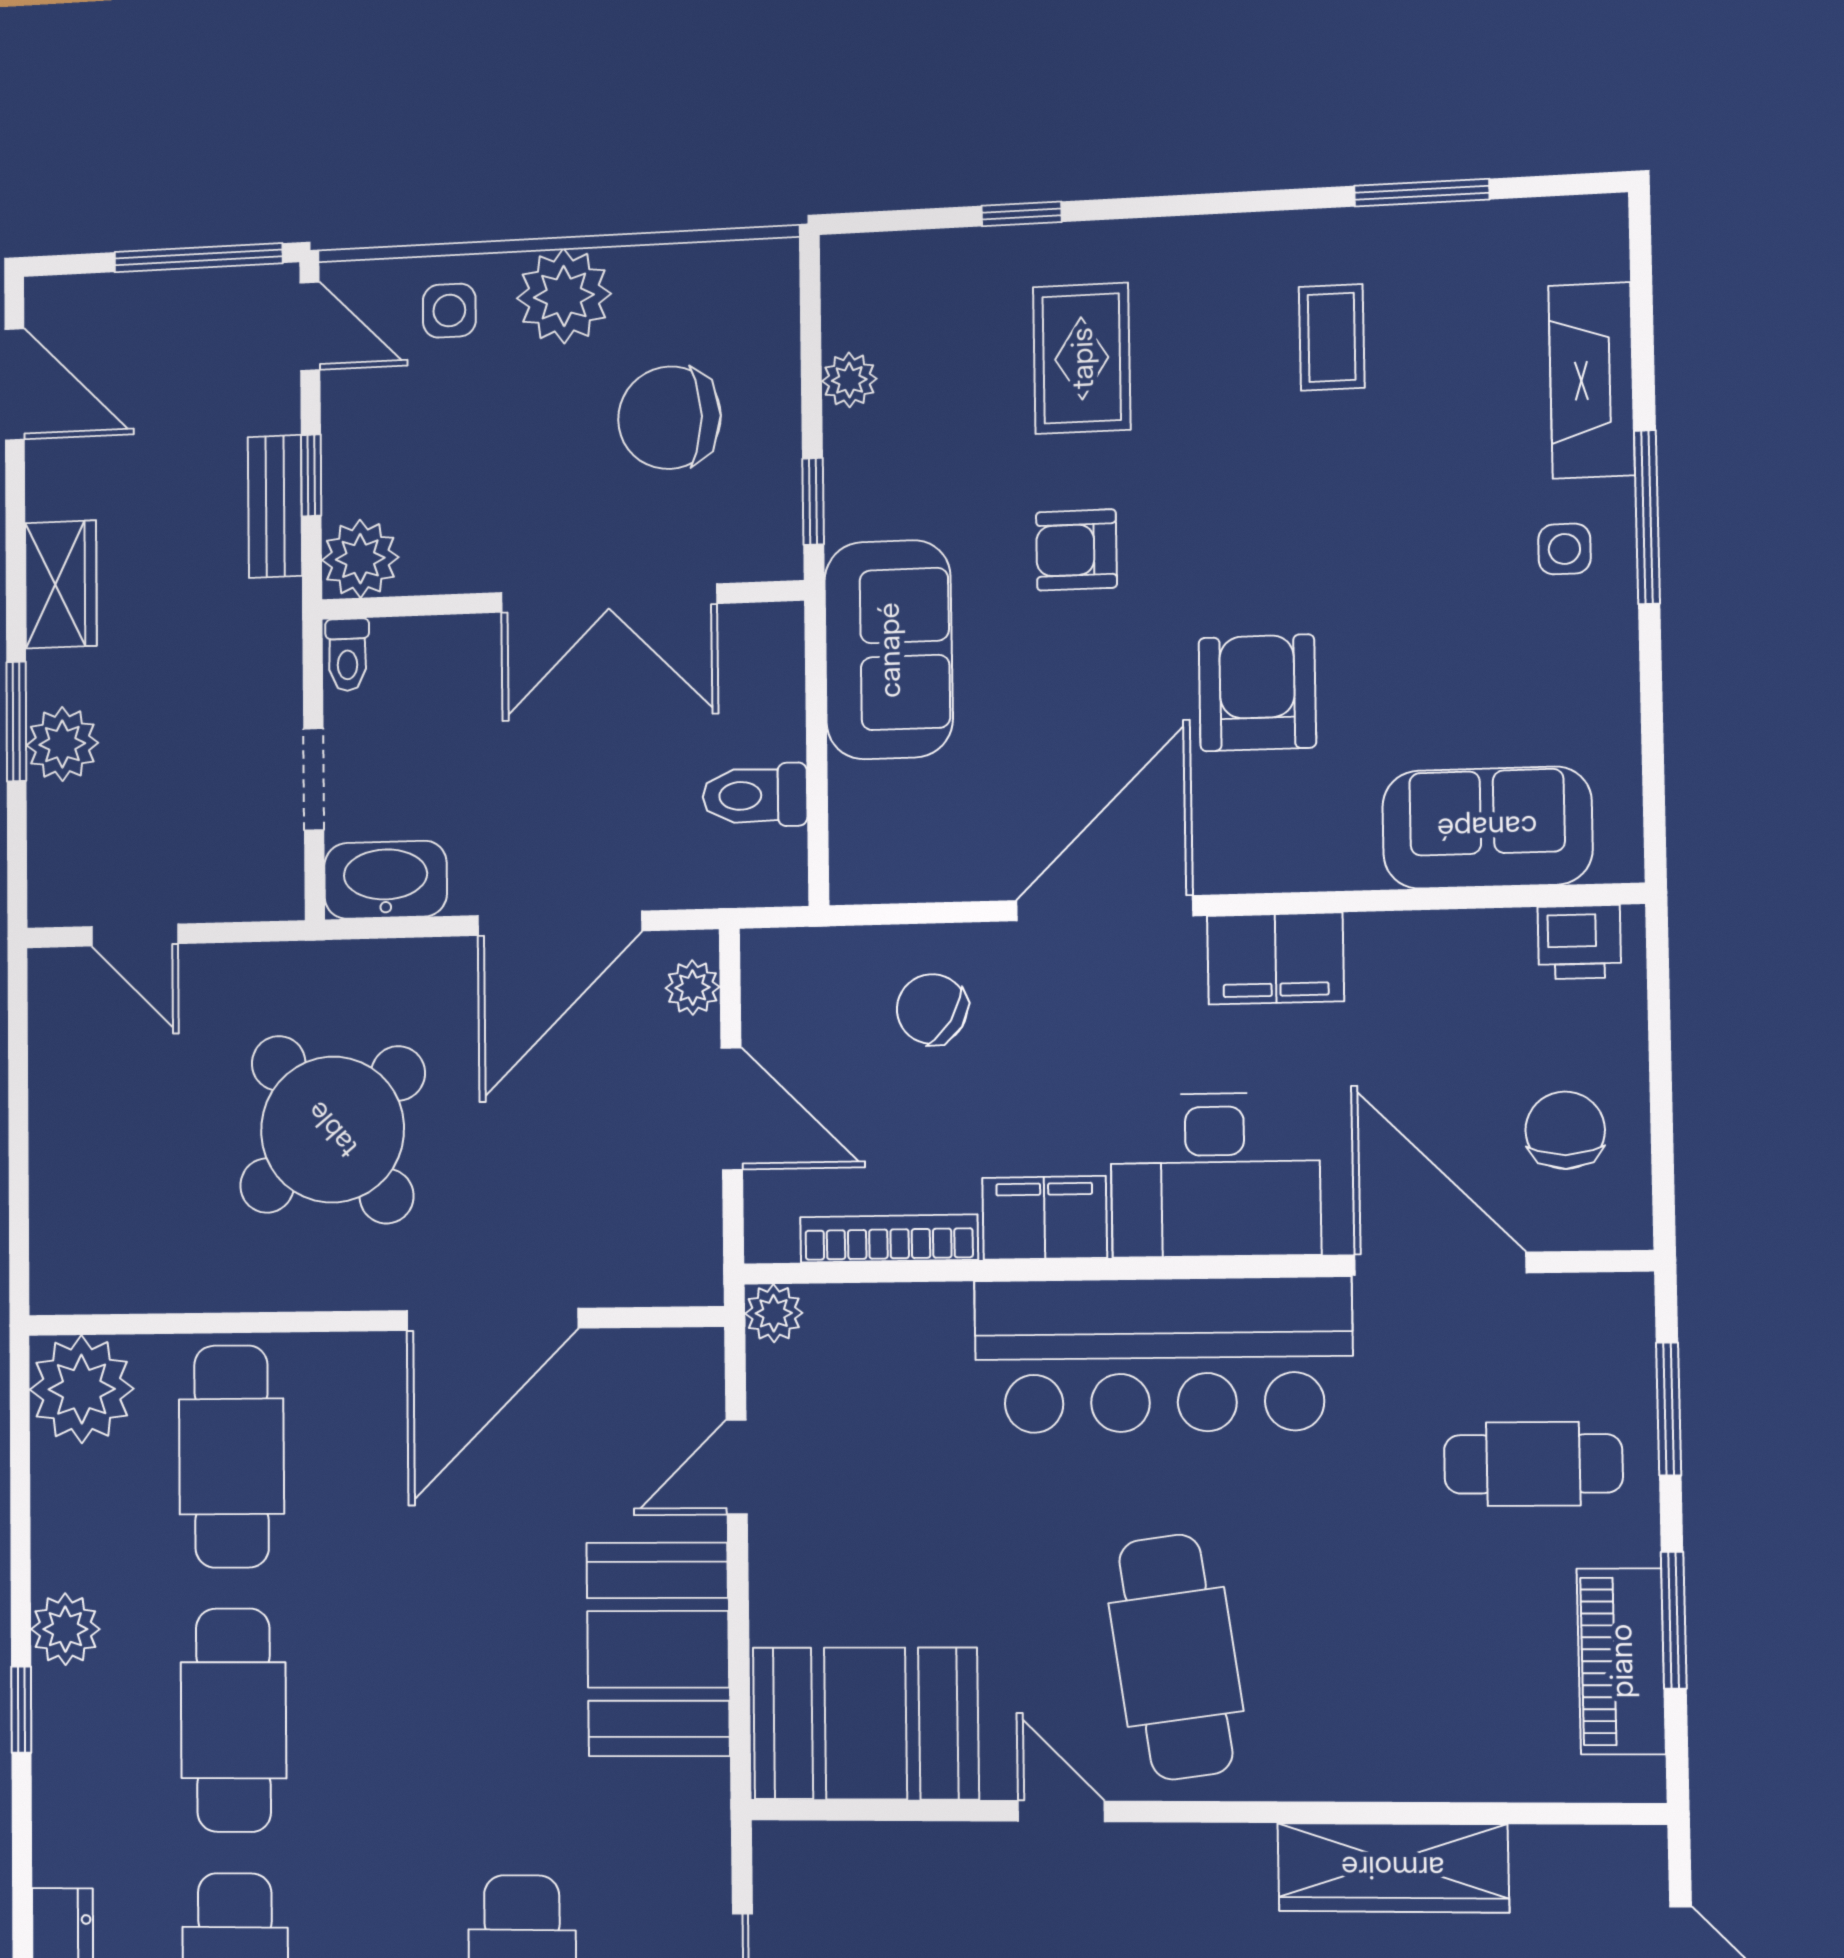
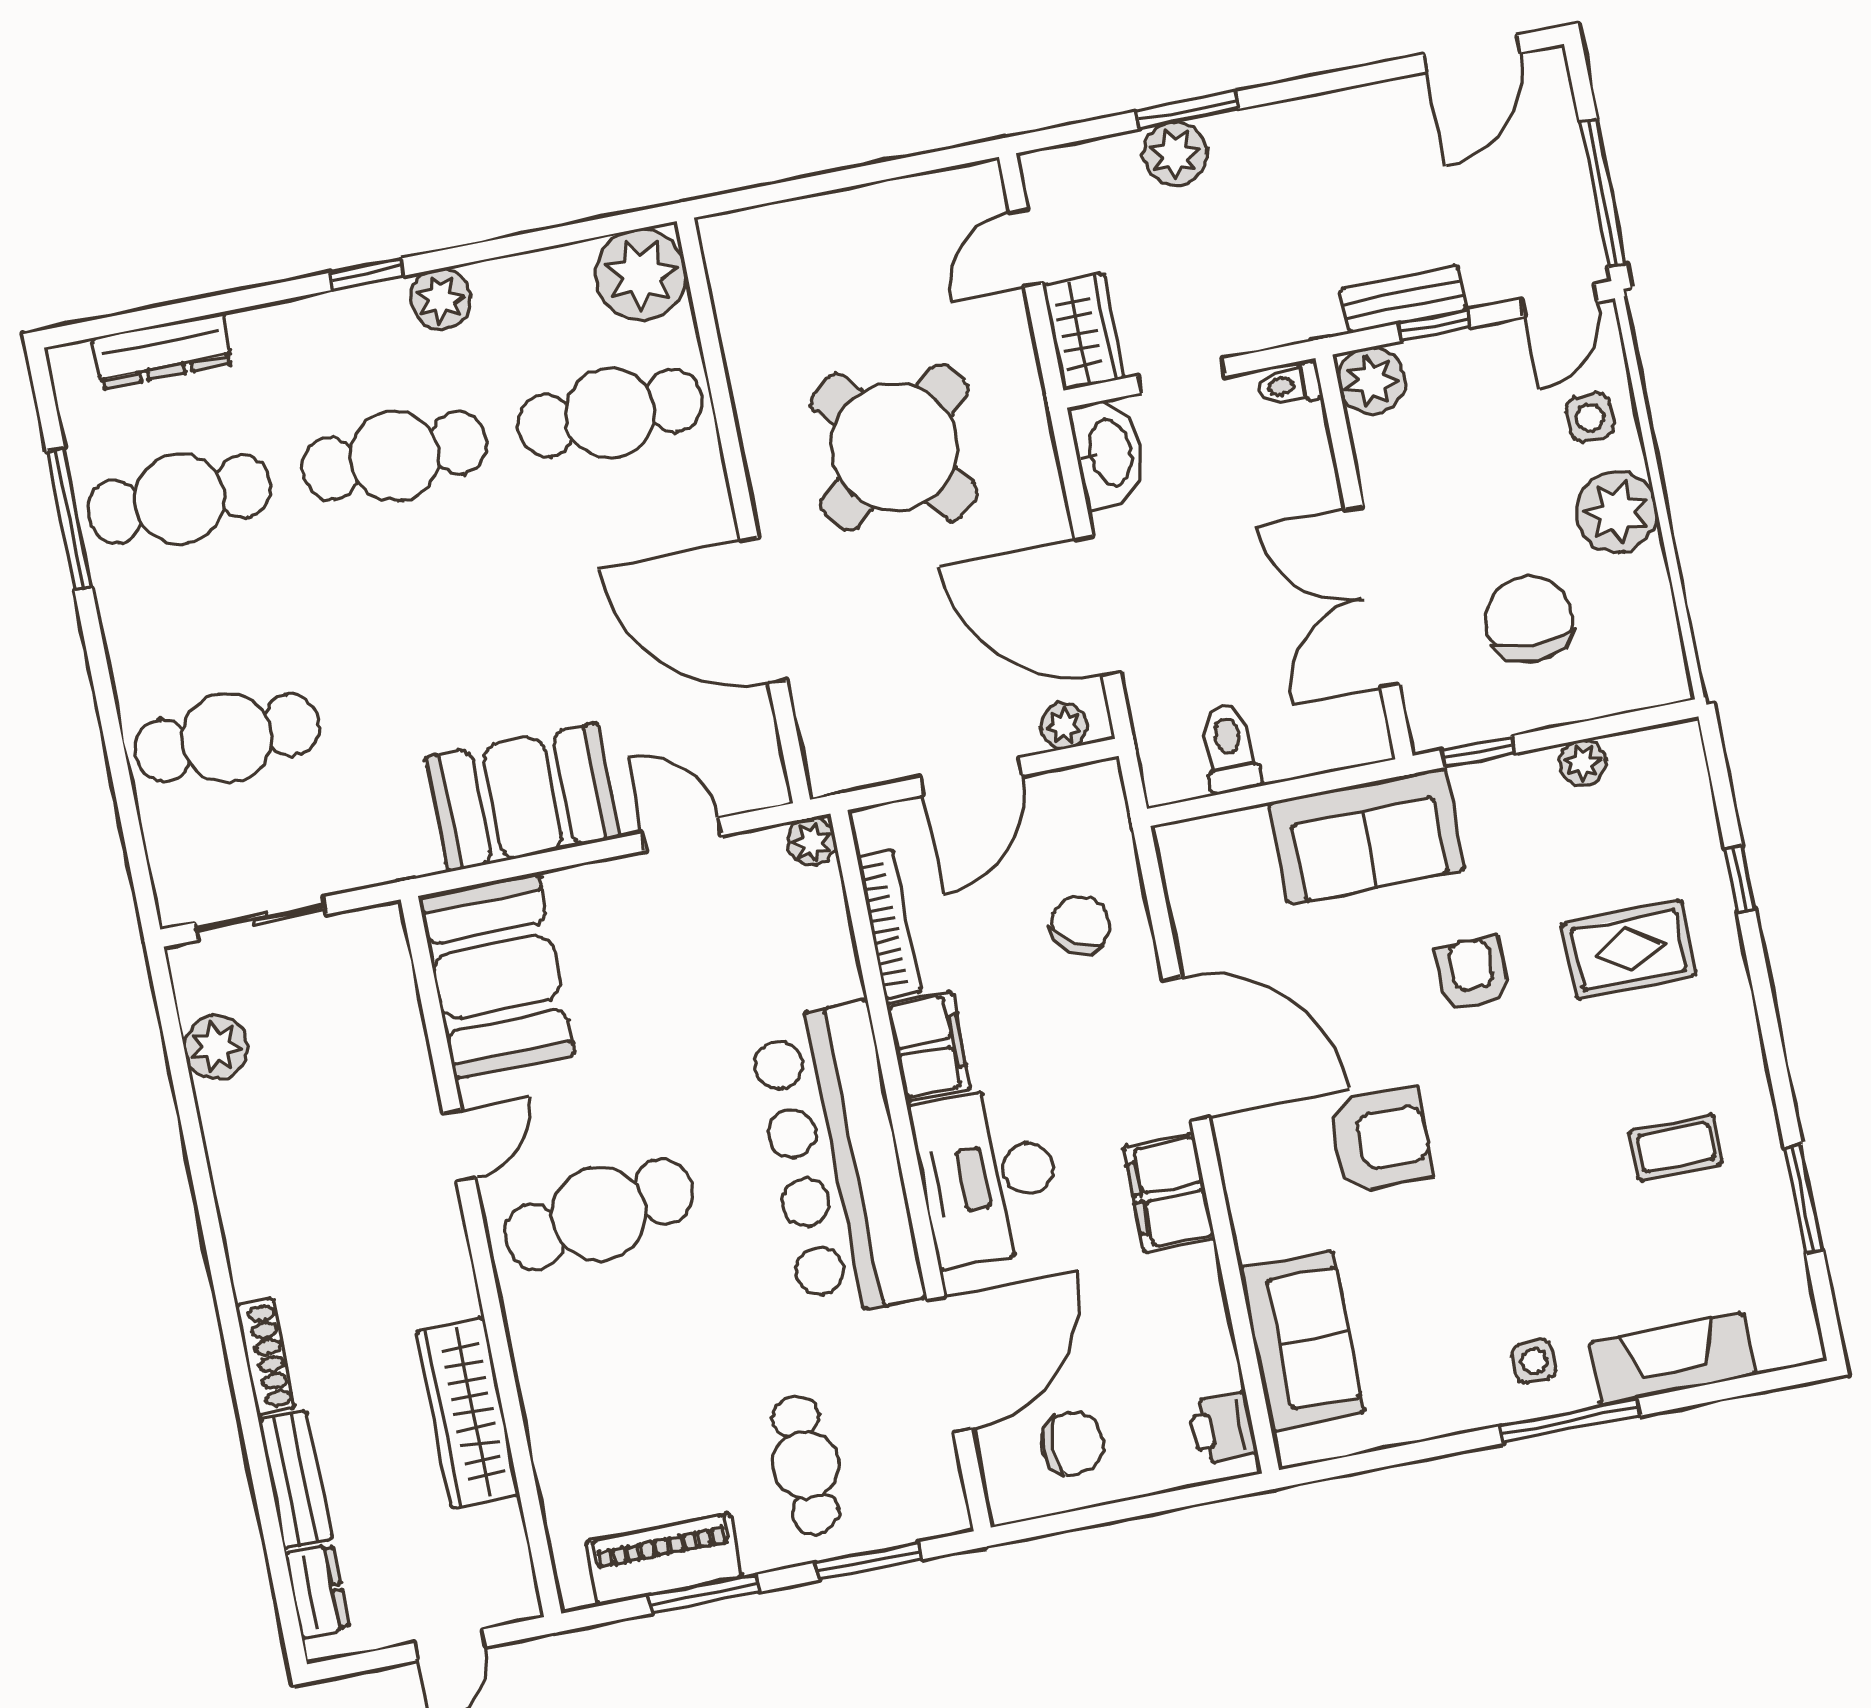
wardrobe: (61, 584) -> (1083, 332), moved, turned -90

